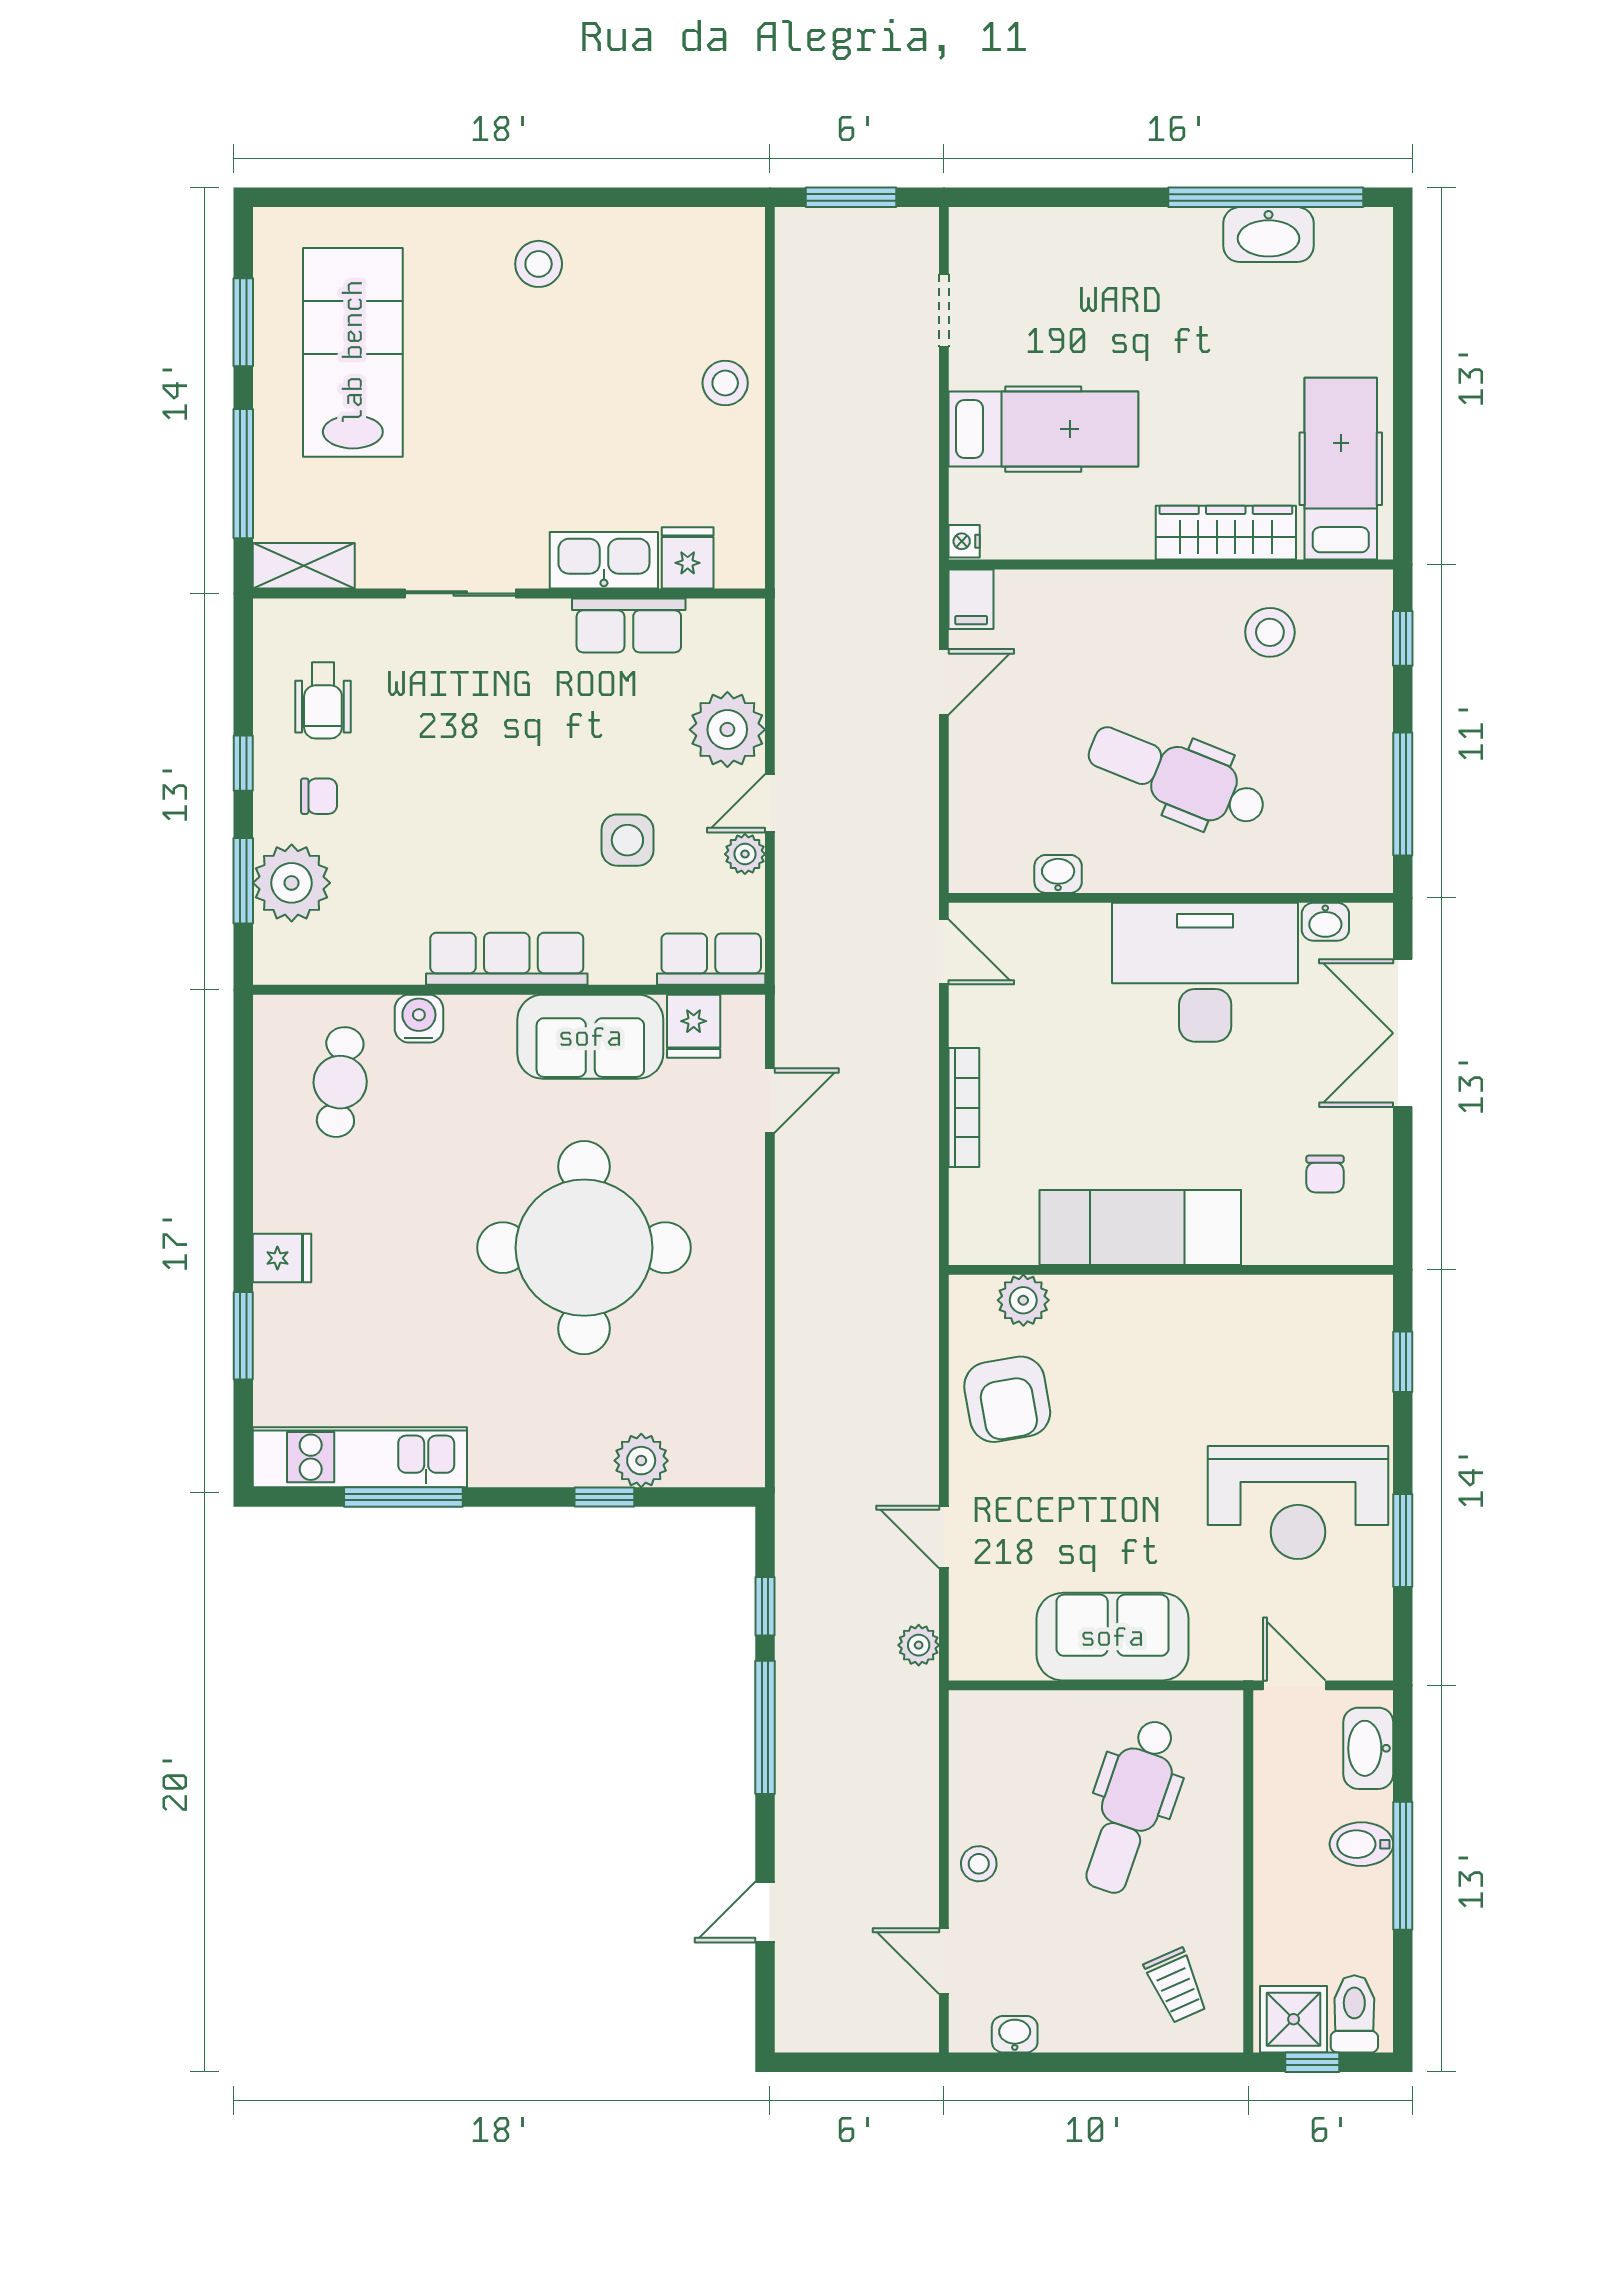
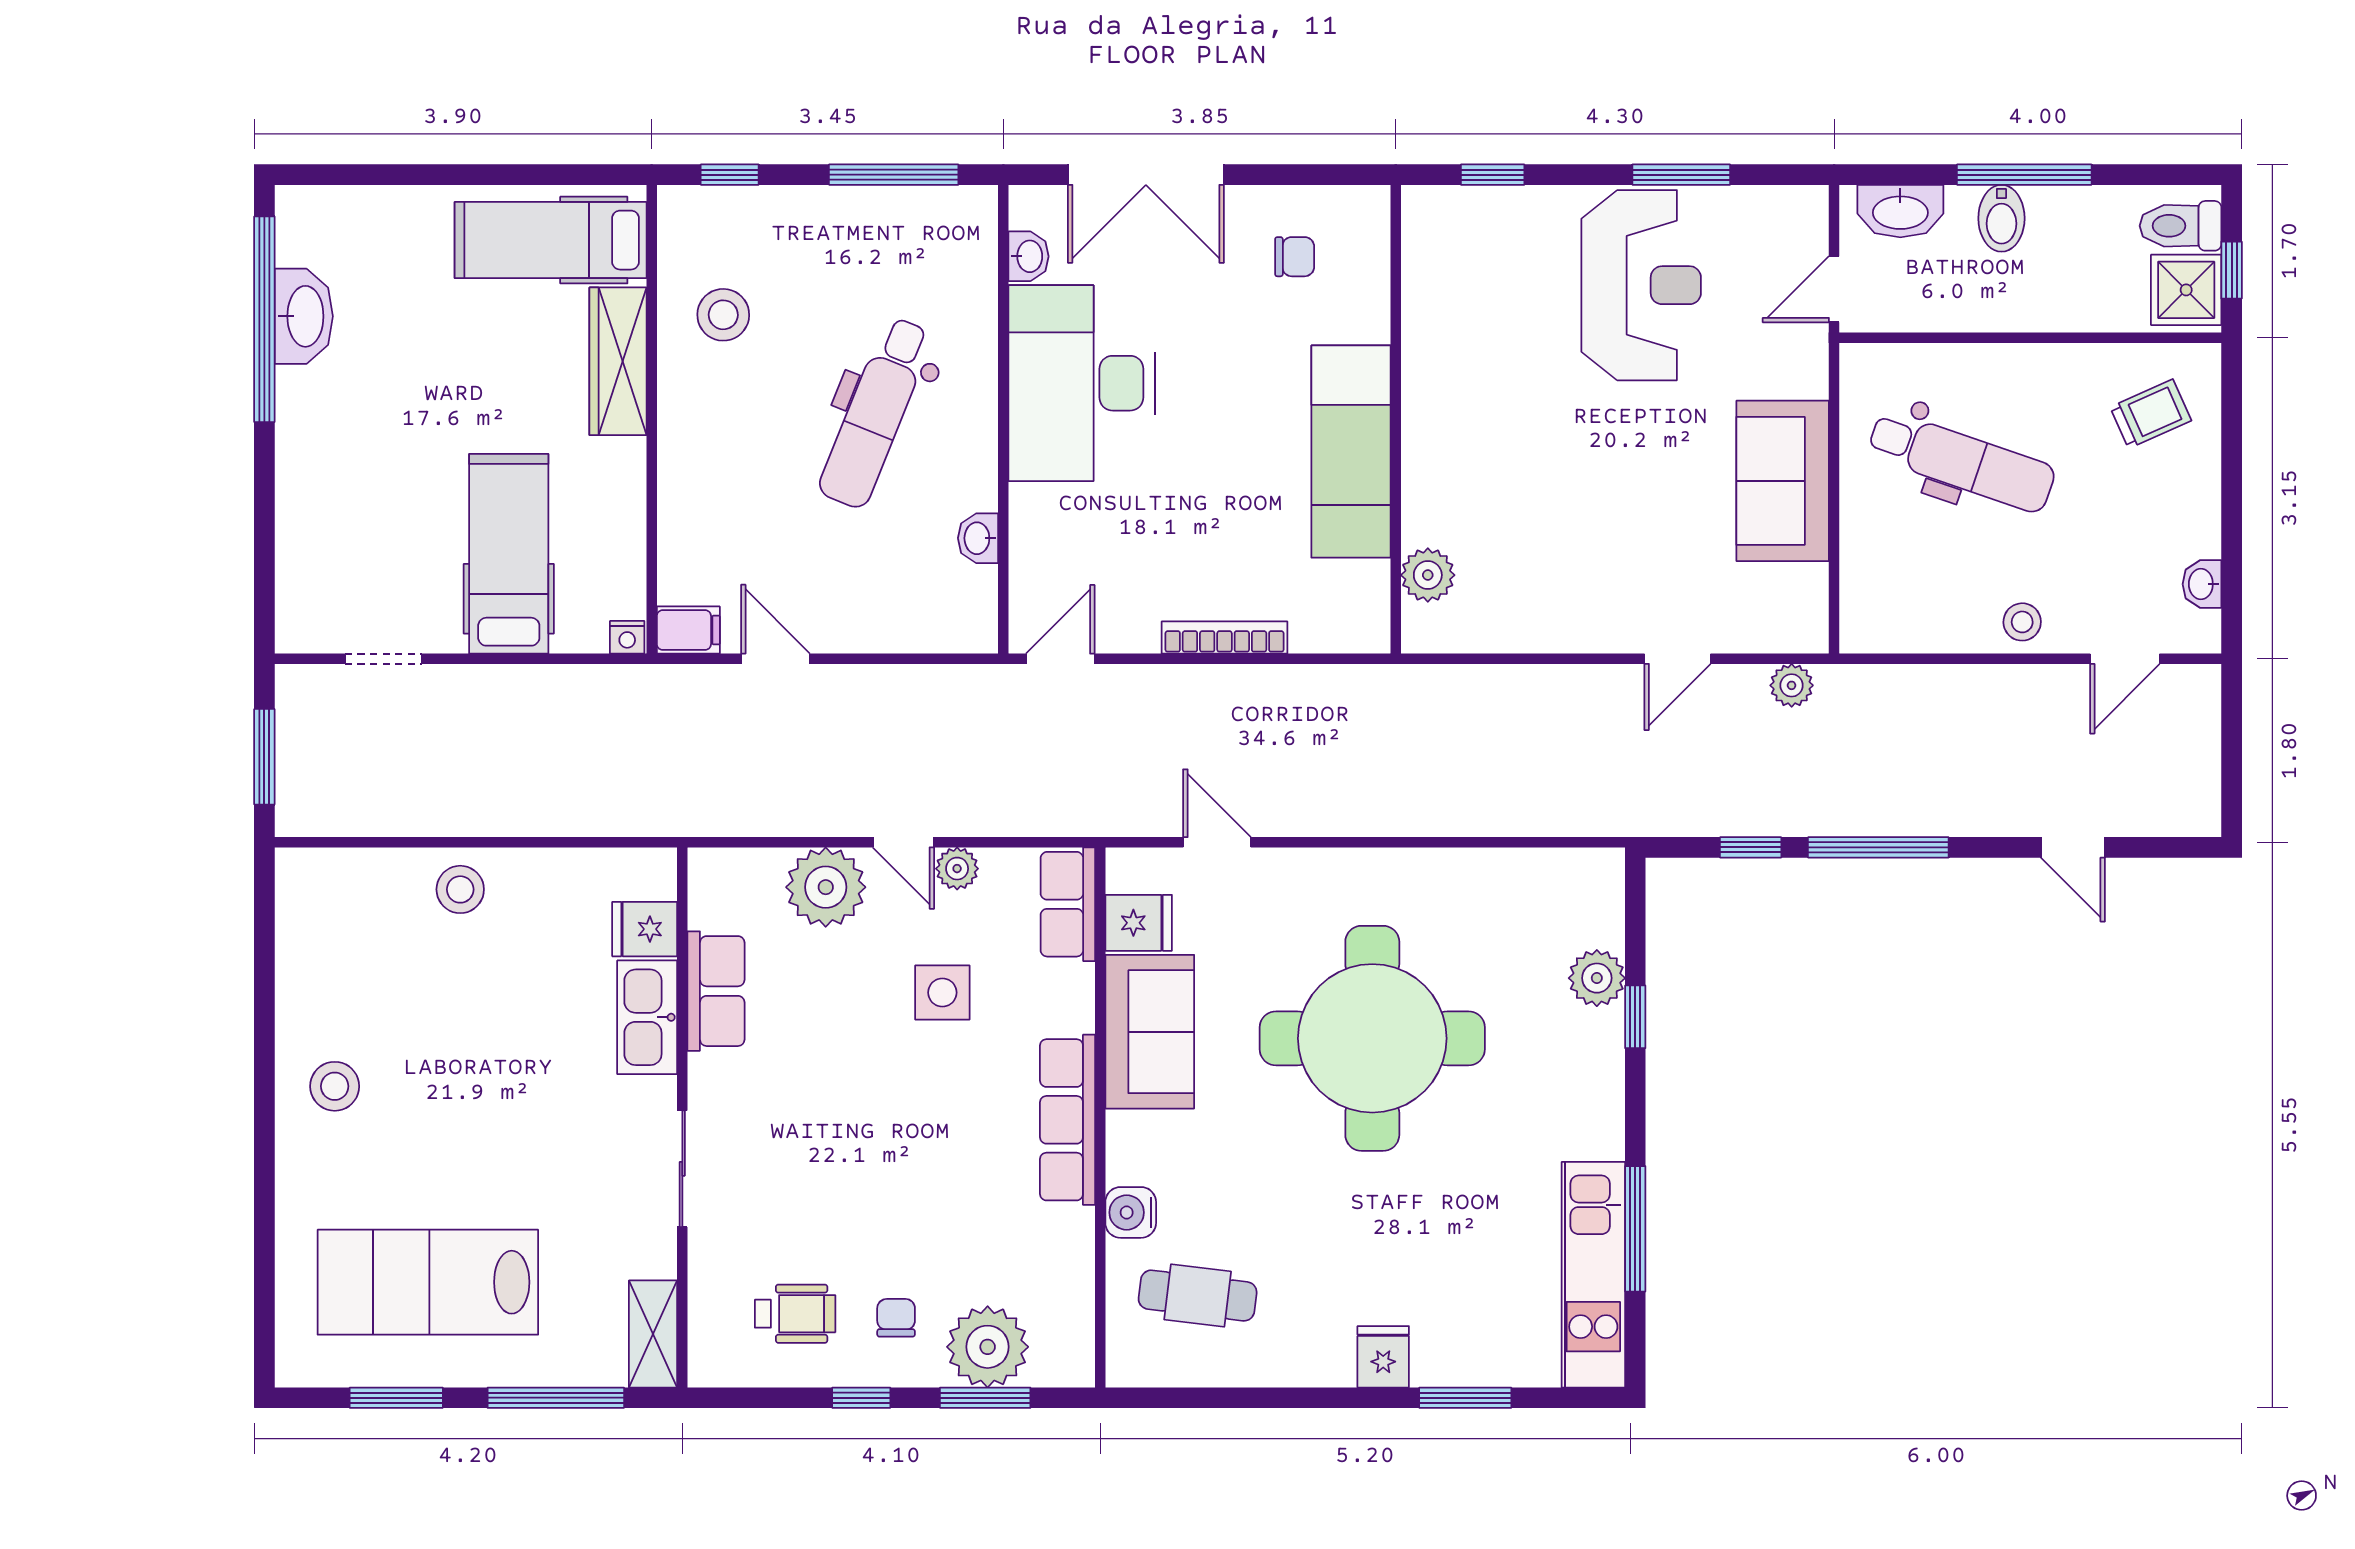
armchair: (1007, 1399) -> (1532, 592), removed

